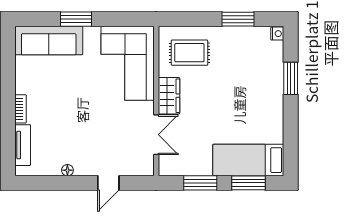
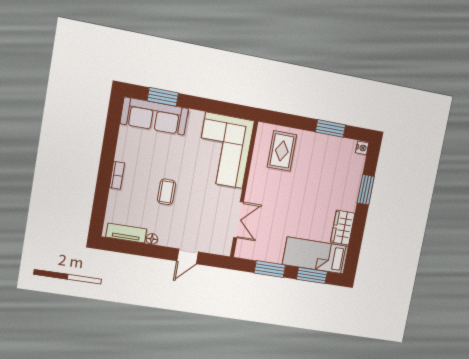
window: (76, 19) -> (163, 97), moved
rug: (189, 53) -> (282, 151), turned 90
wardrobe: (169, 96) -> (343, 228), moved, turned 180
coffee table: (74, 117) -> (166, 192), added
tv unit: (23, 145) -> (126, 233), moved, turned -90

